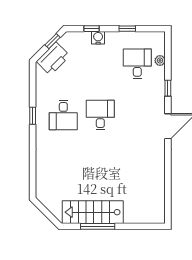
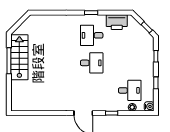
water cooler: (98, 38) -> (149, 106), moved
printer: (53, 59) -> (117, 22), moved, turned -45

